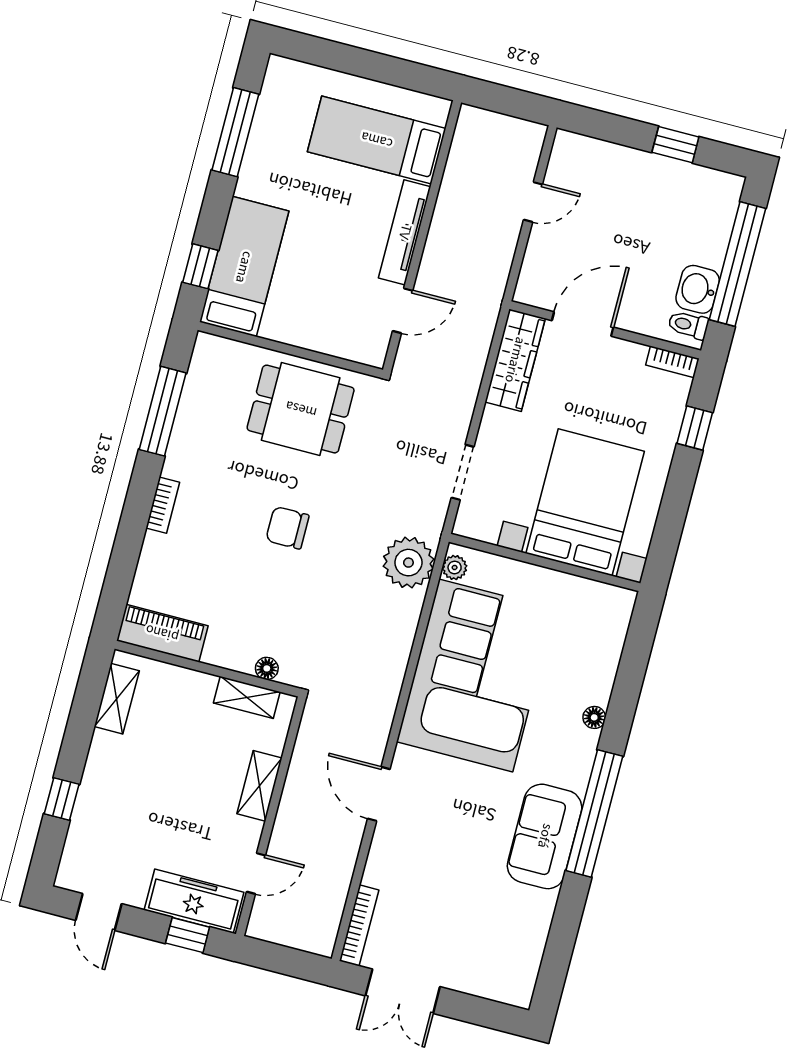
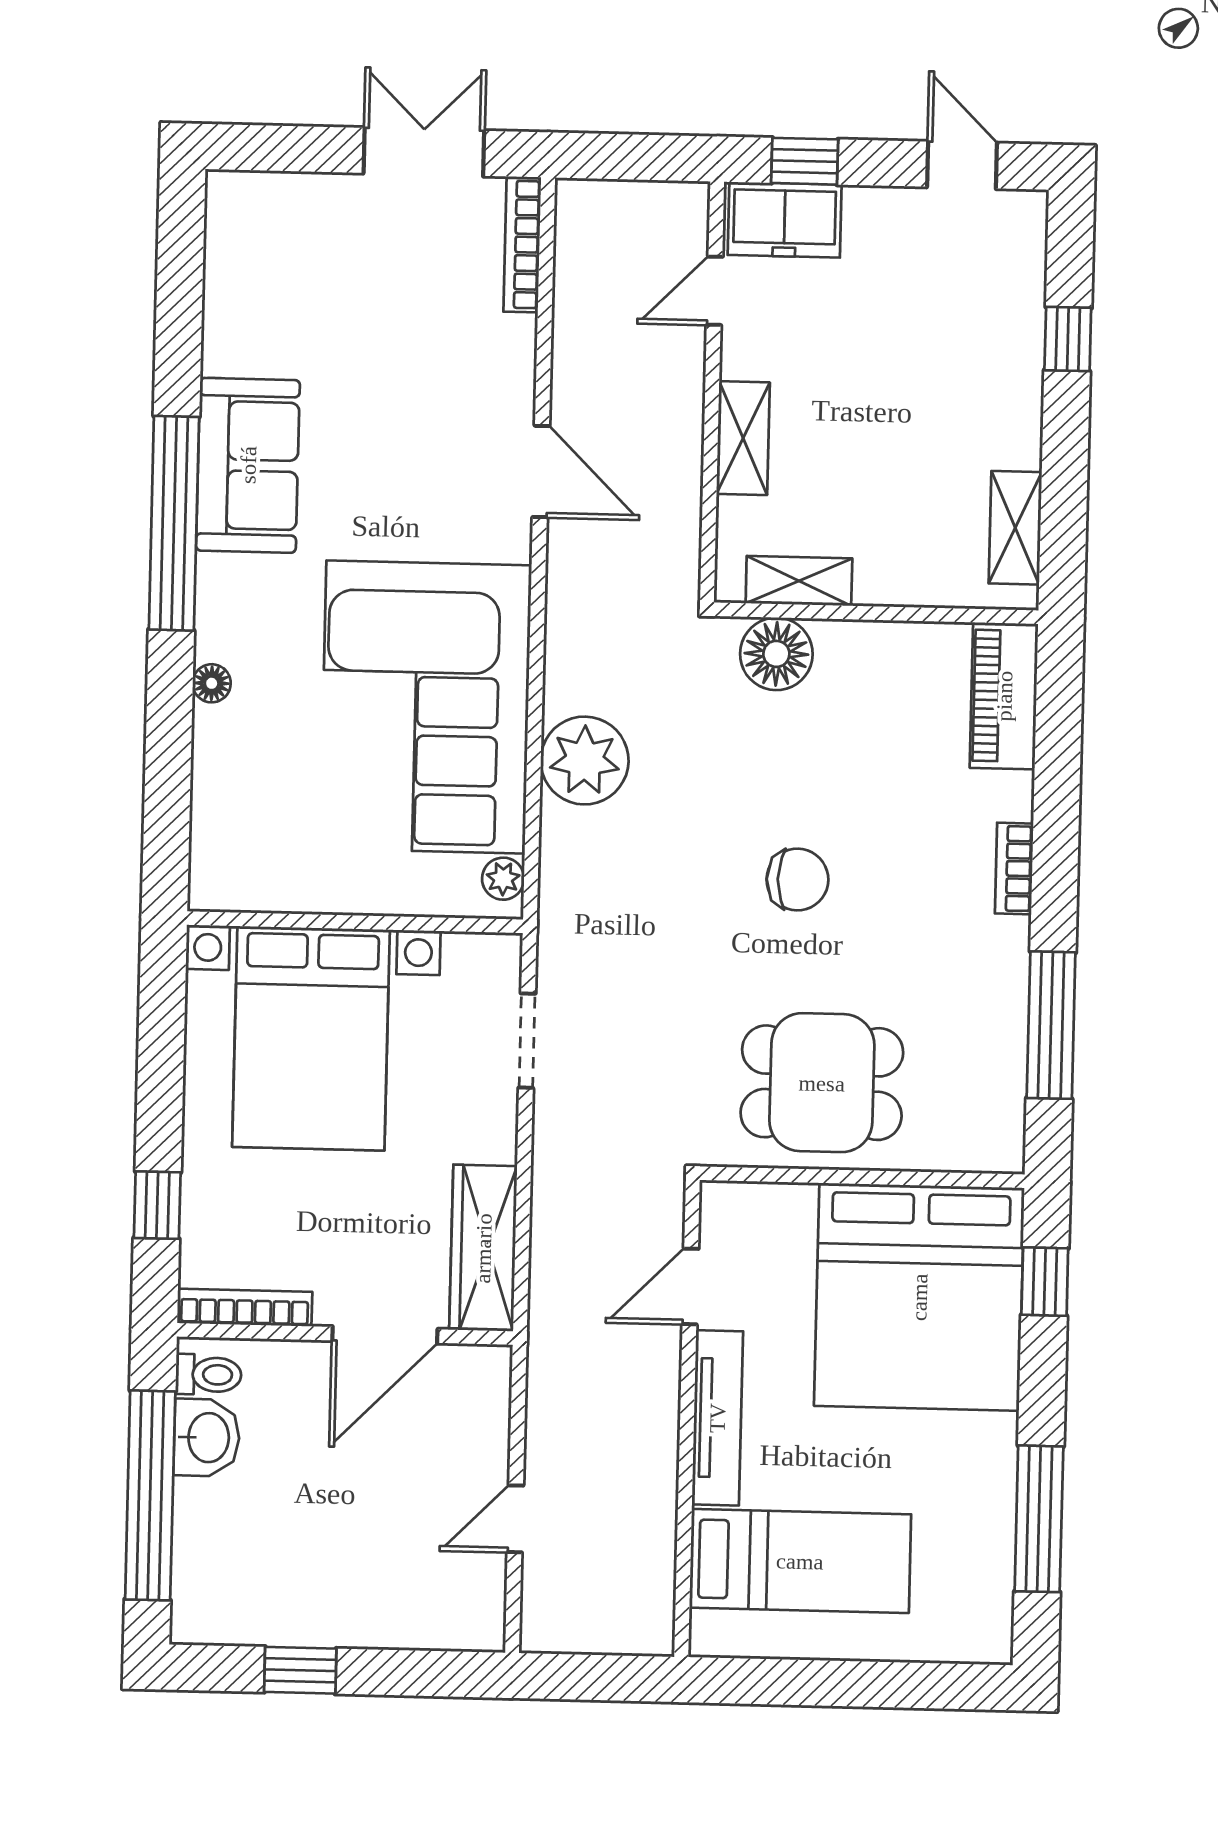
bed: (244, 267) -> (919, 1297), width x2.04
bookcase: (672, 362) -> (245, 1307), width x1.56
plant: (408, 563) -> (585, 761), moved
piano: (162, 633) -> (1004, 696), moved, turned 90
floor lamp: (267, 668) -> (776, 654), width x1.89, depth x1.89
freezer: (194, 901) -> (785, 220), width x0.71

